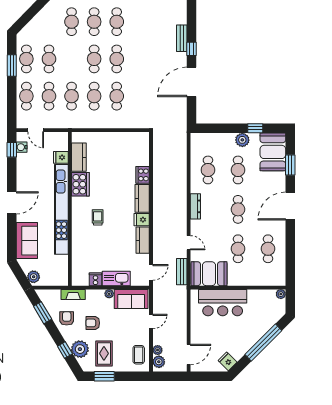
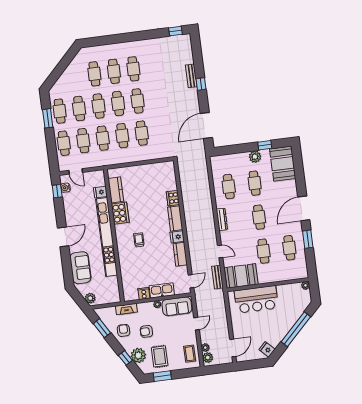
cafe table: (72, 59) -> (99, 106), added
door: (192, 82) -> (206, 126), moved
window: (290, 165) -> (308, 239), moved

